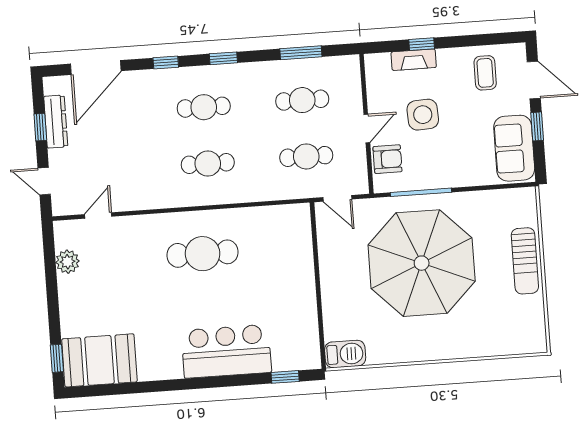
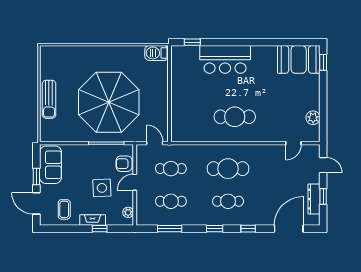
fireplace: (414, 60) -> (93, 220), moved
plant: (374, 76) -> (128, 212), added
cafe table: (208, 164) -> (228, 169), width x1.37, depth x1.35
sun lounger: (525, 261) -> (49, 99), turned 180

